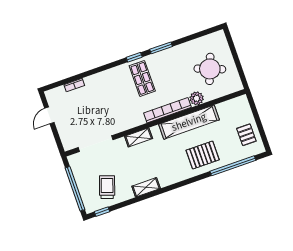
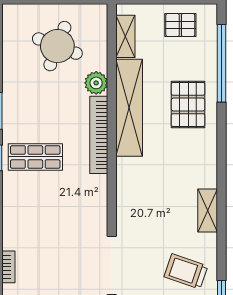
shelving: (139, 137) -> (125, 36), moved

